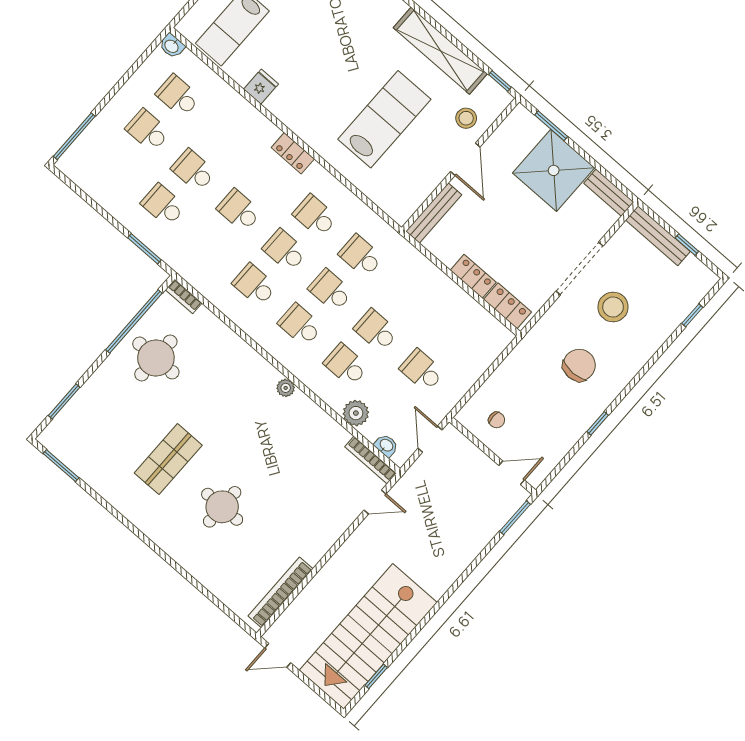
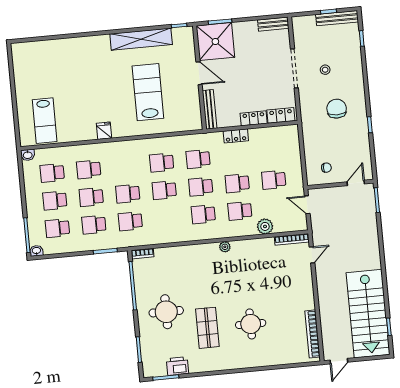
fridge: (261, 87) -> (104, 131), moved
stool: (466, 118) -> (181, 56), removed
school desk: (224, 136) -> (89, 169), added
locker: (293, 153) -> (236, 136), moved
school desk: (117, 165) -> (57, 228), added
shower: (554, 170) -> (215, 41), moved
bench: (658, 236) -> (337, 18), moved
school desk: (255, 285) -> (130, 221), moved
stool: (613, 307) -> (325, 70), width x0.53, depth x0.53
round table: (156, 358) -> (166, 312), moved
washbasin: (386, 446) -> (36, 251), moved
printer: (88, 467) -> (178, 366), added

